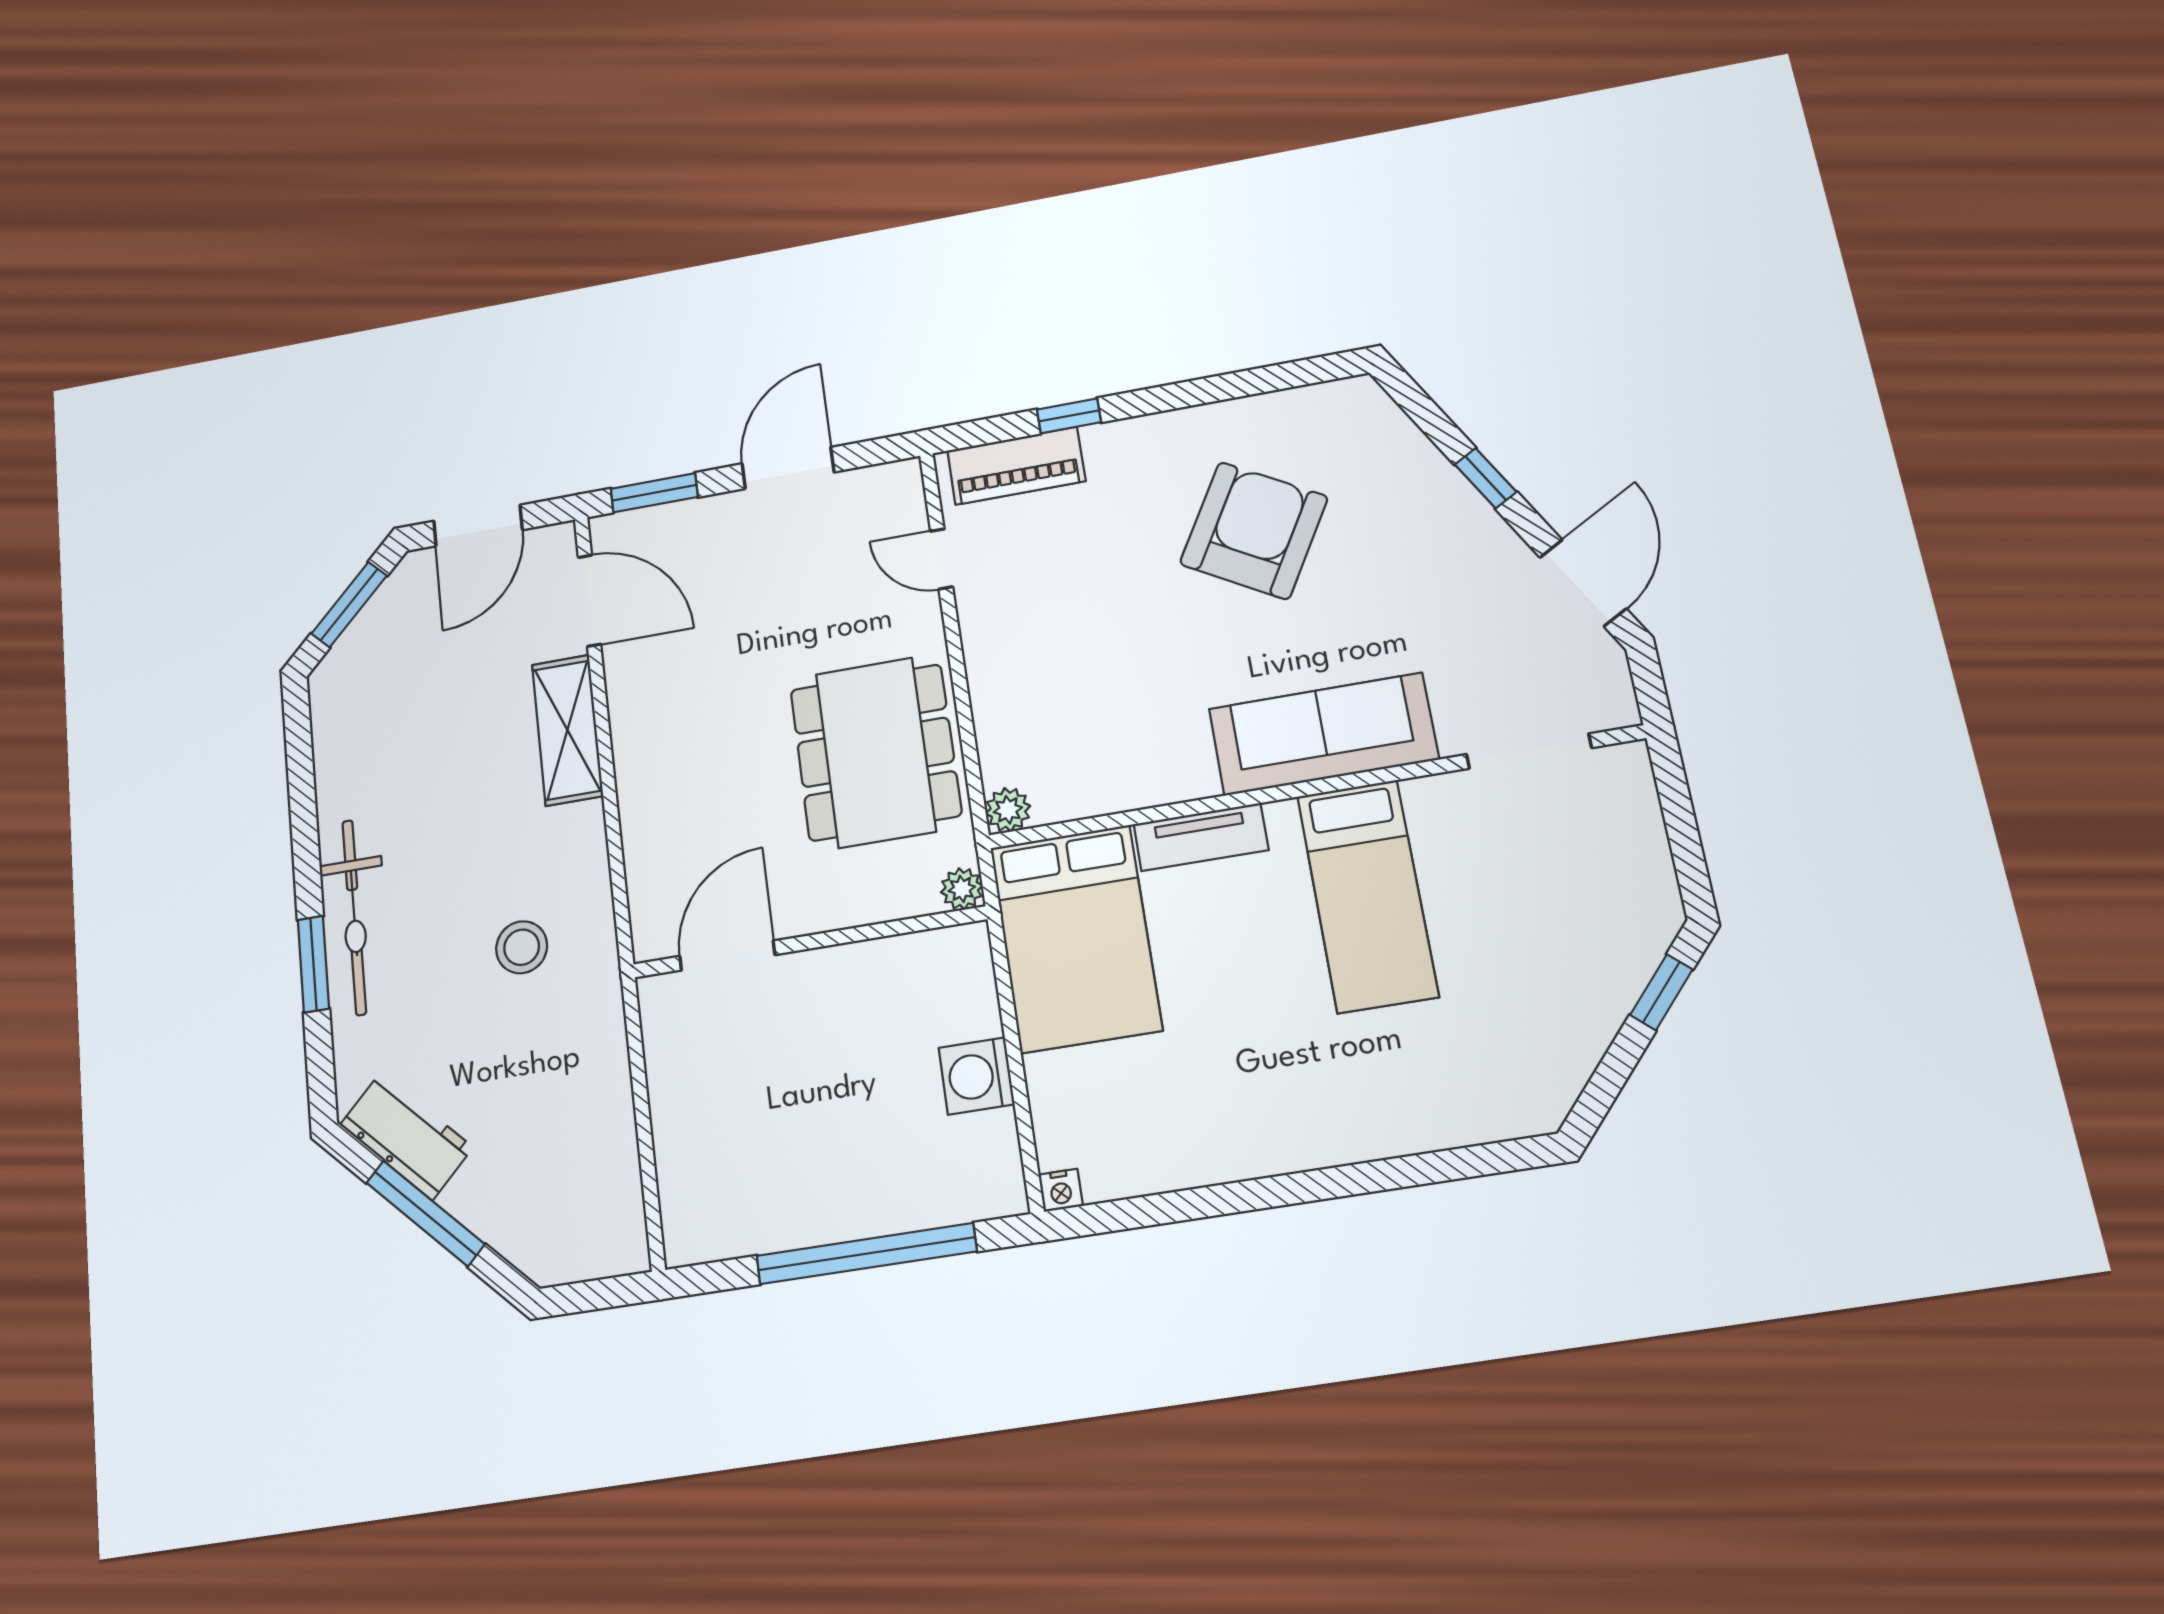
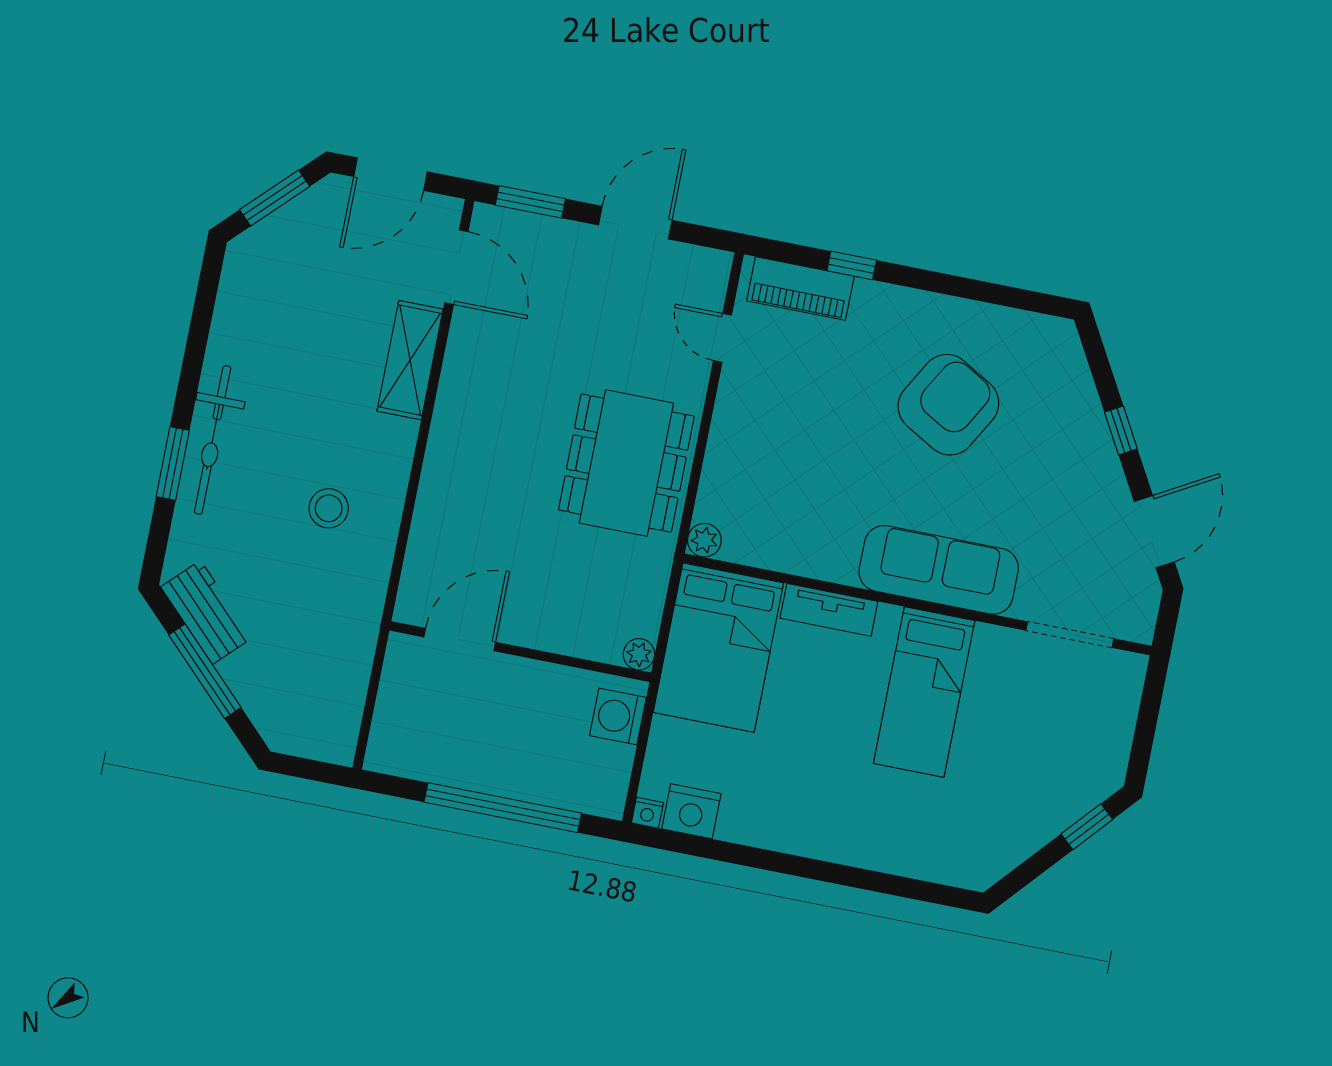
plant: (962, 889) -> (639, 654), moved
wall: (809, 942) -> (520, 652), moved
door: (727, 955) -> (460, 640), moved
nightstand: (1119, 1167) -> (691, 811), added

